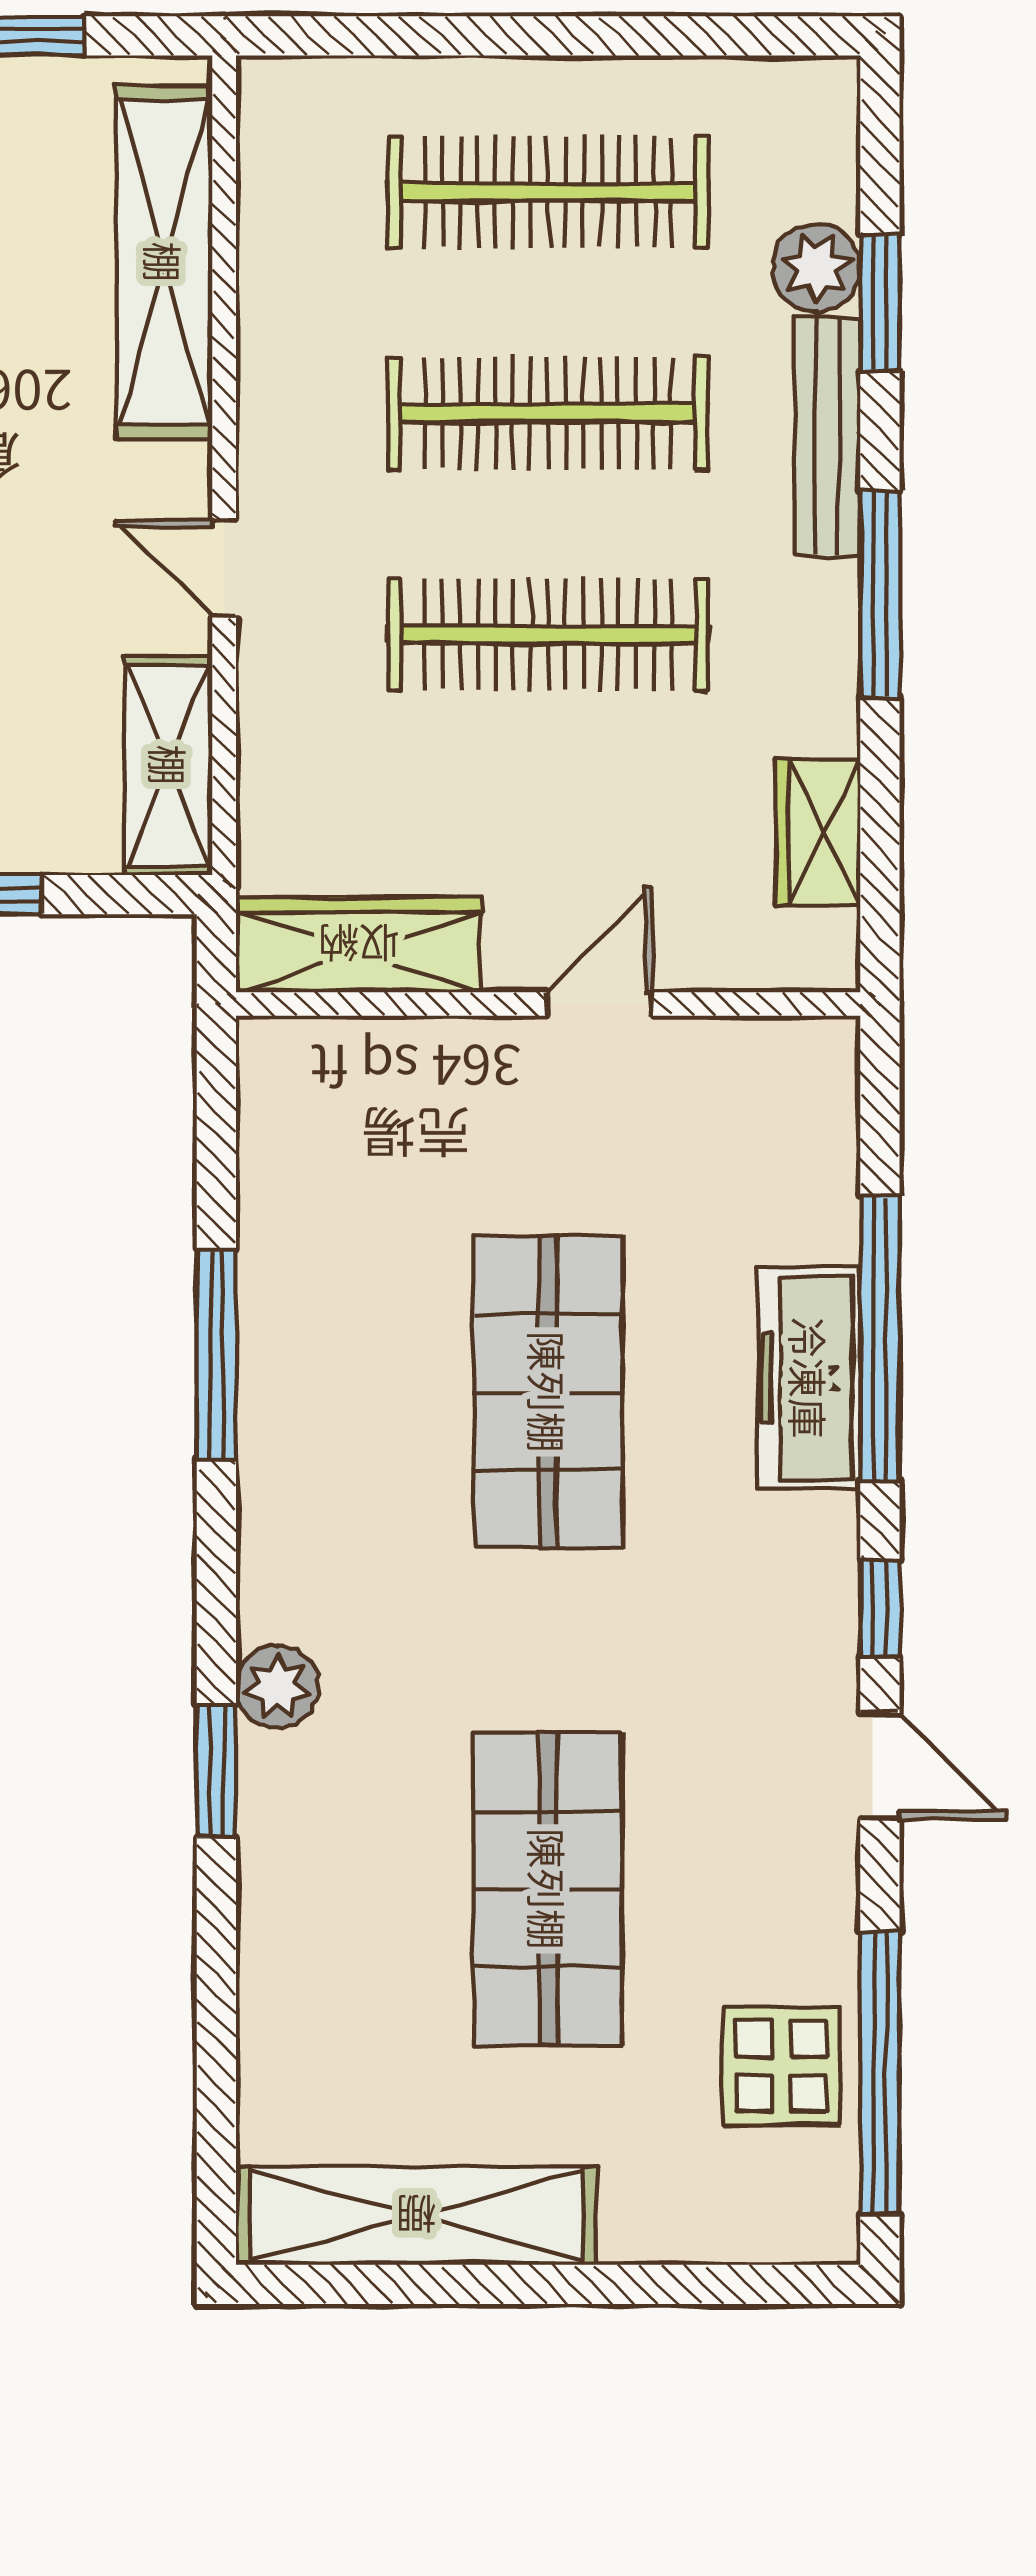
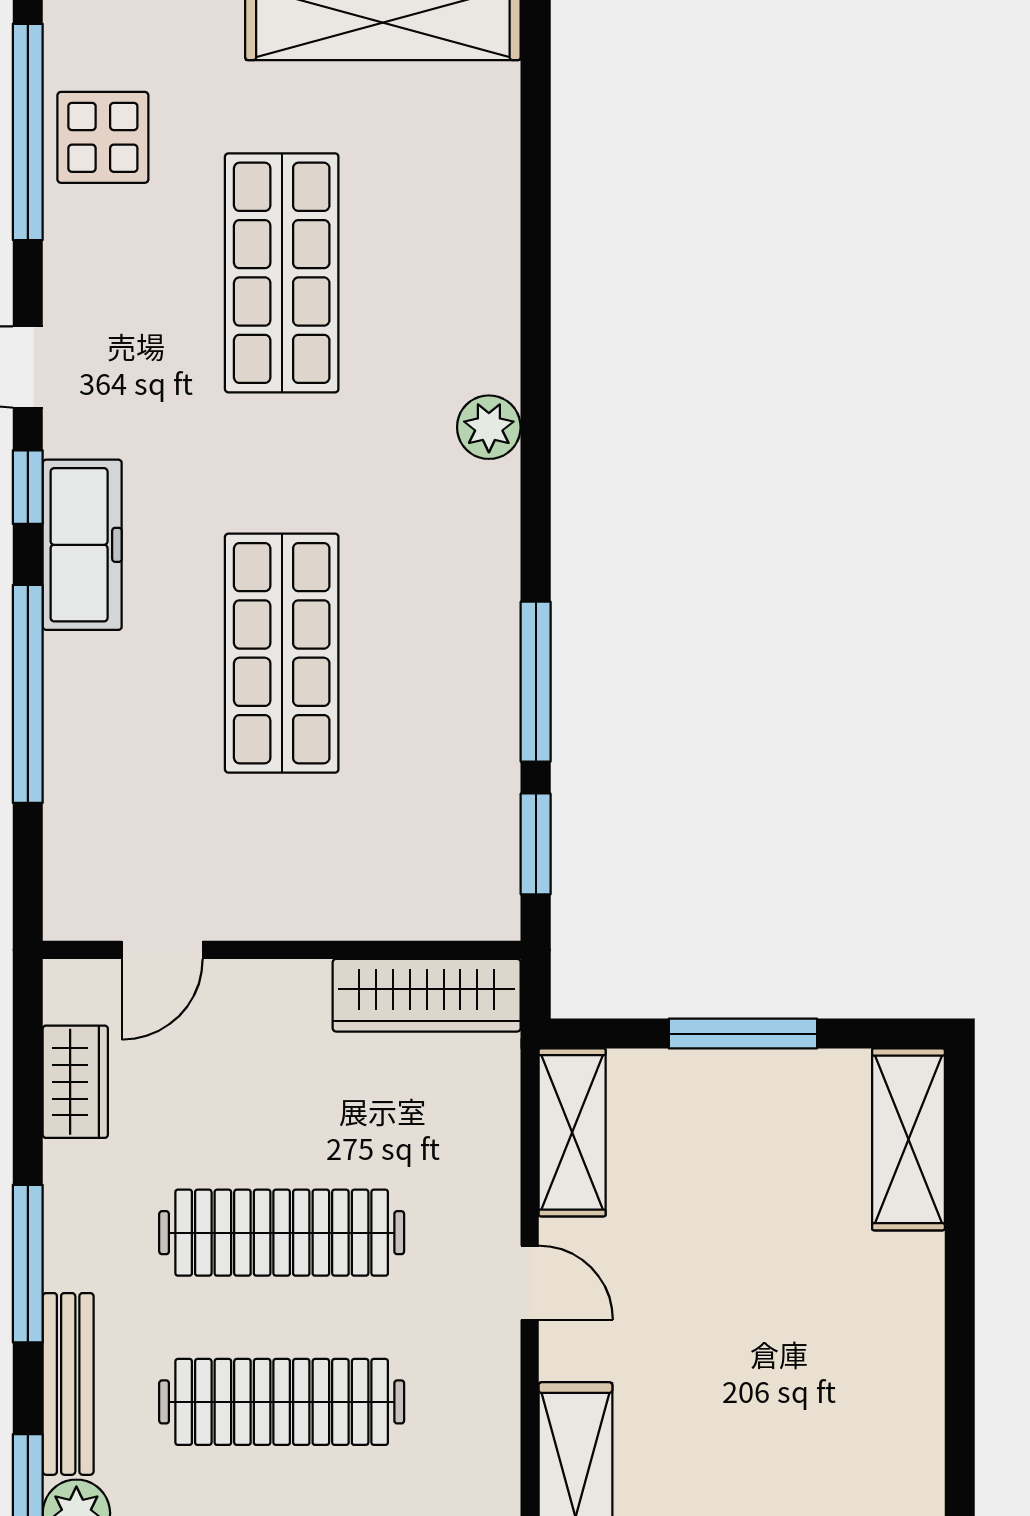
door: (600, 1004) -> (162, 950), moved
freezer: (809, 1378) -> (82, 545), moved
window: (216, 1771) -> (536, 844), moved

